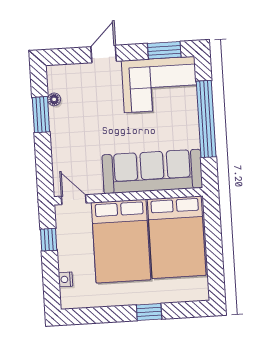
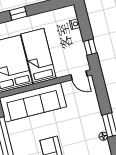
bed: (121, 241) -> (39, 56), width x0.67

